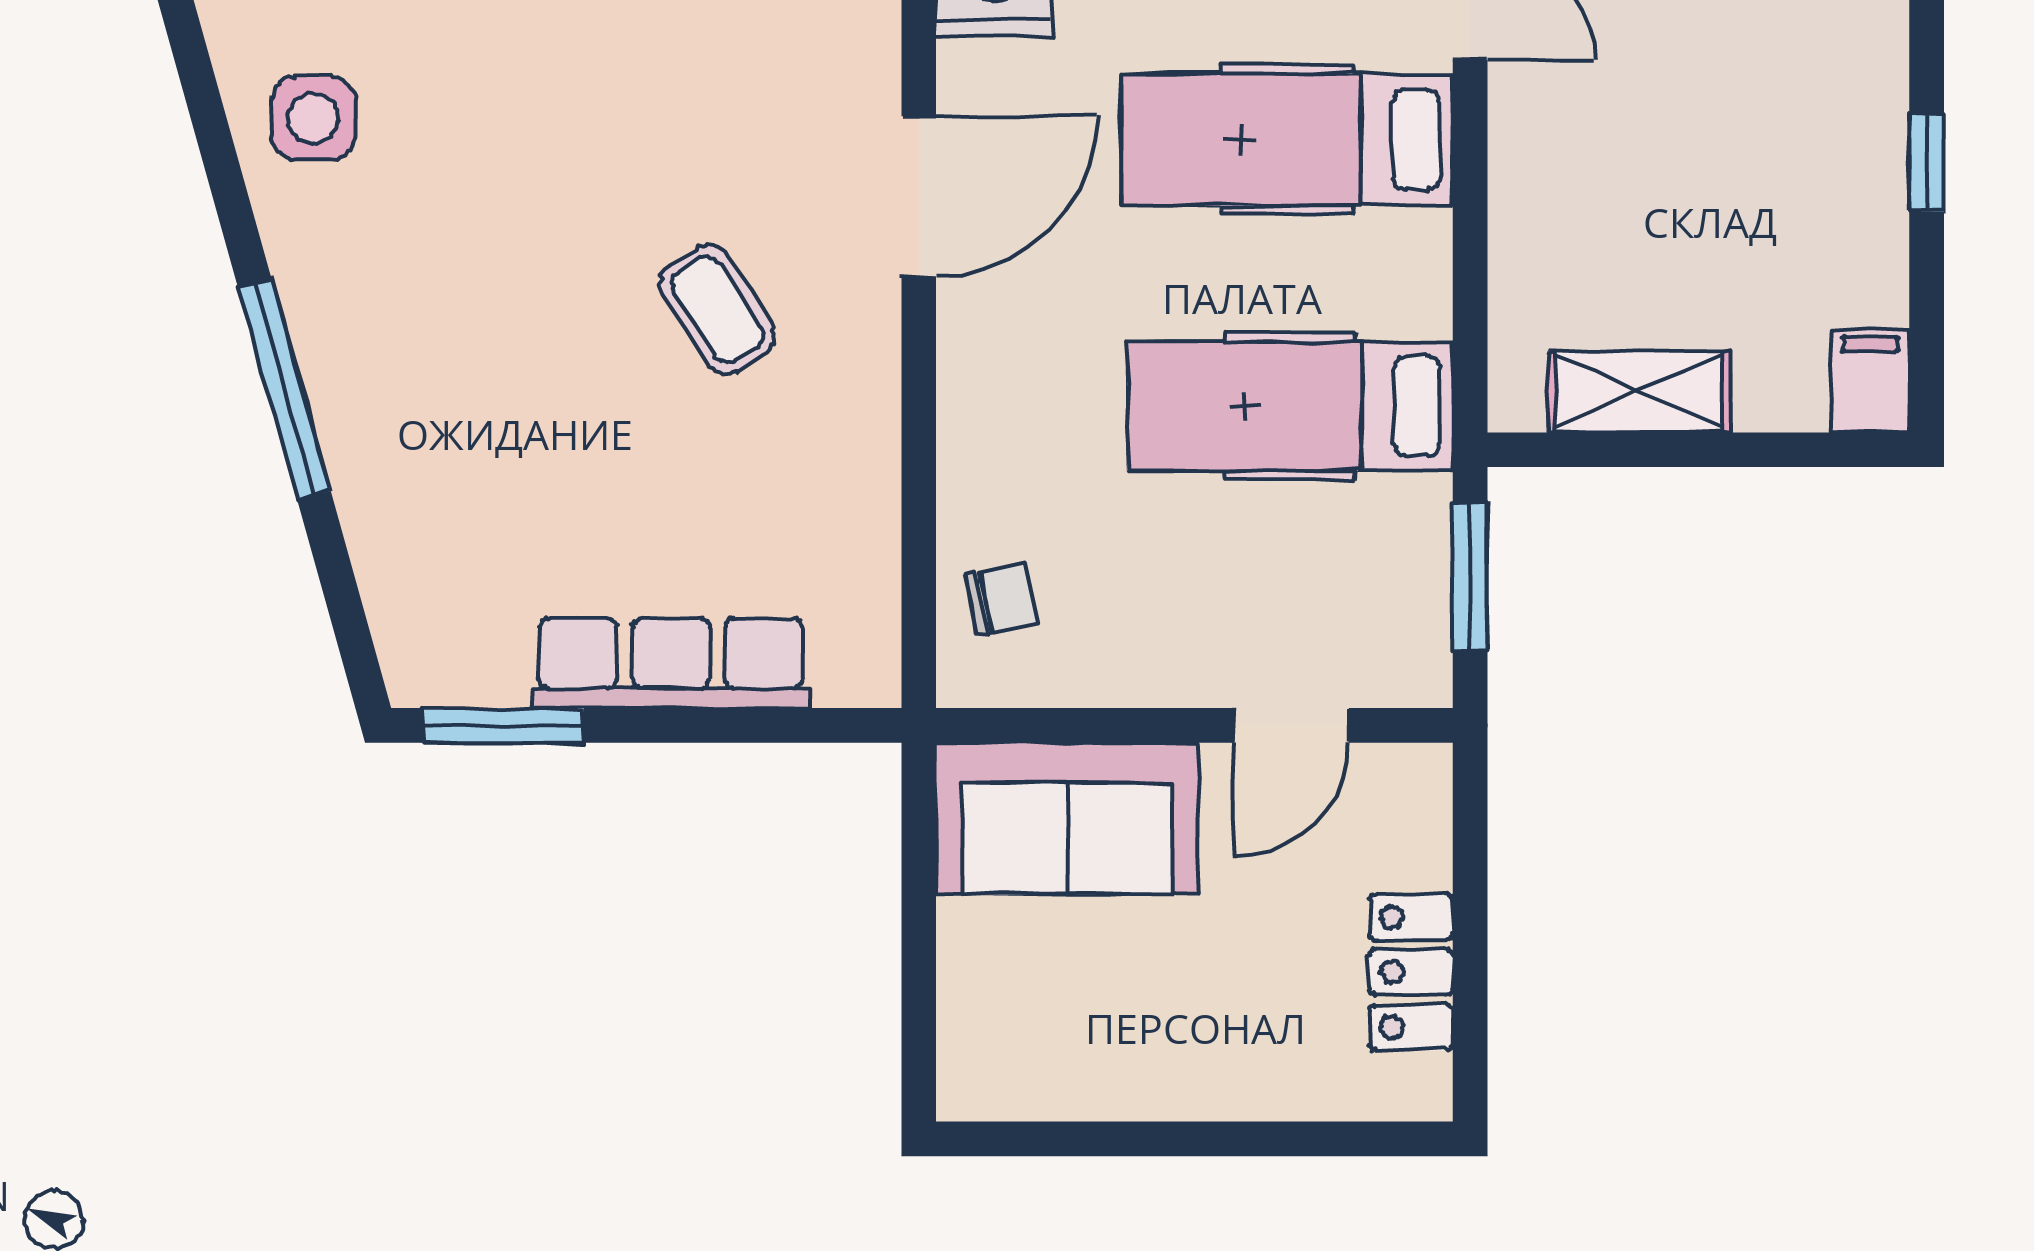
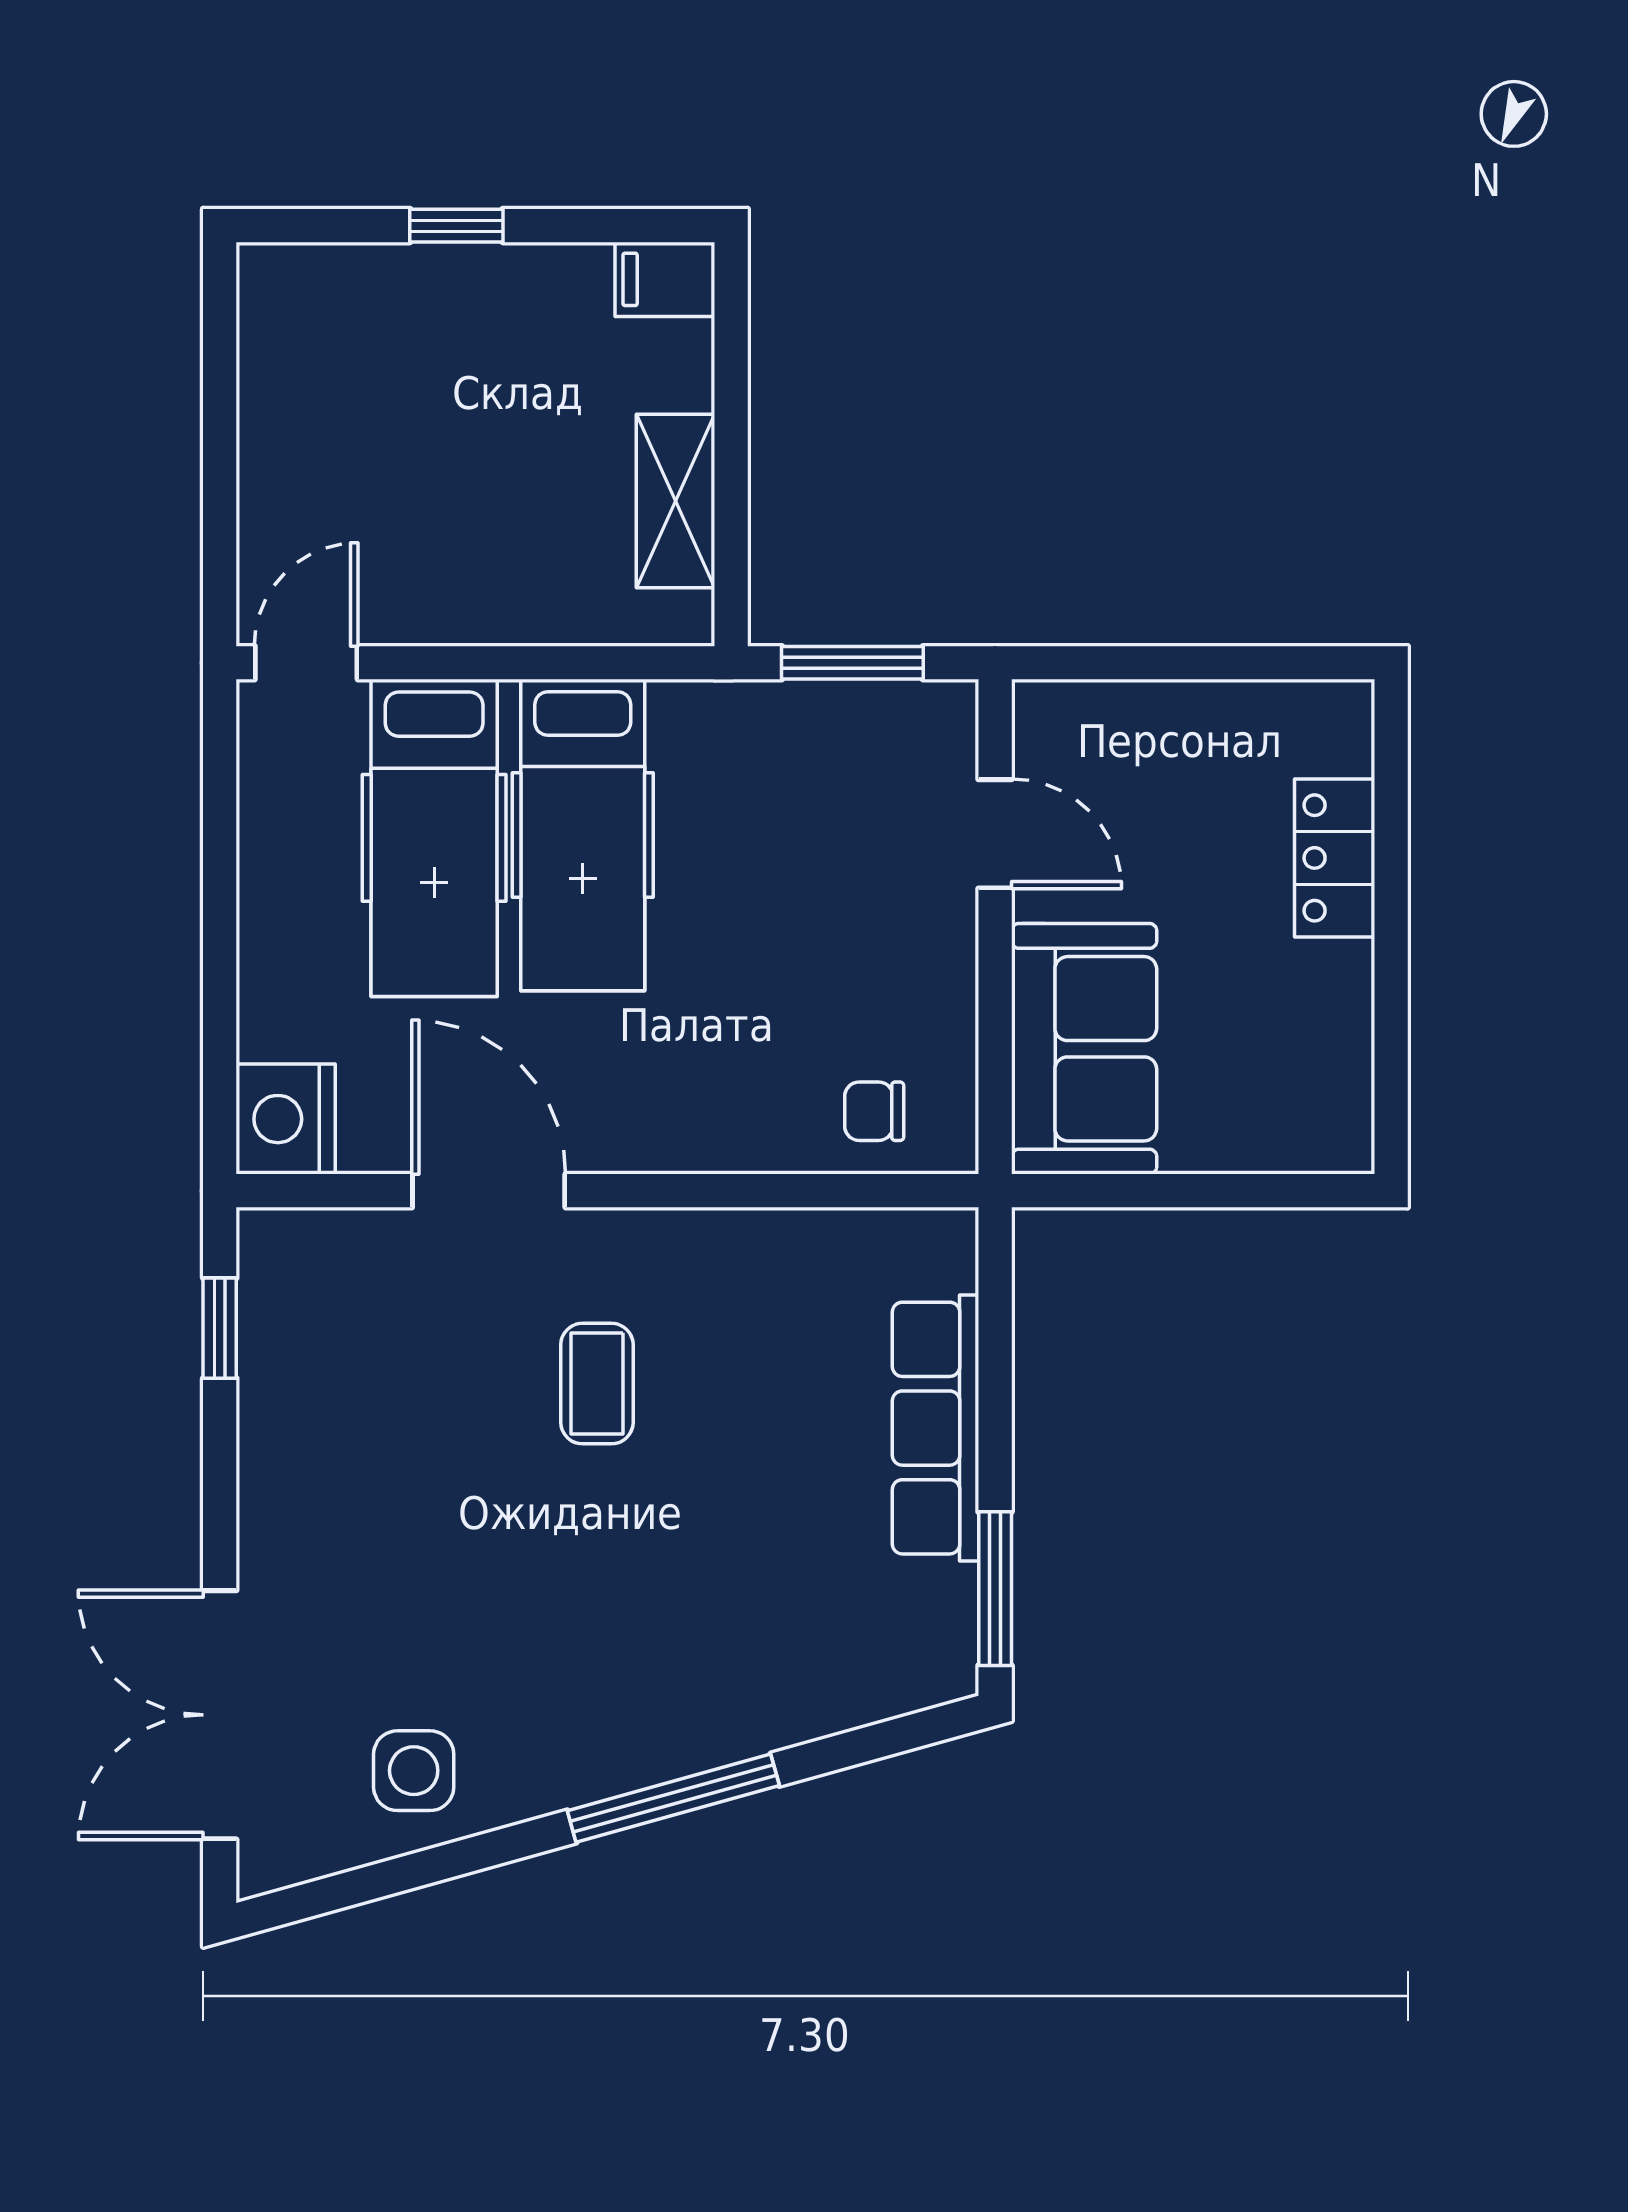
coffee table: (717, 310) -> (597, 1384), turned -57
hospital bed: (1290, 406) -> (583, 835), moved
chair: (1002, 599) -> (874, 1111), turned -79
locker: (1411, 972) -> (1335, 858), moved, turned 90

